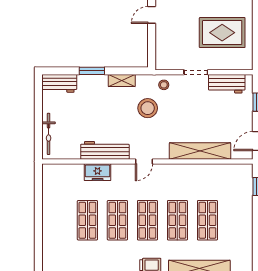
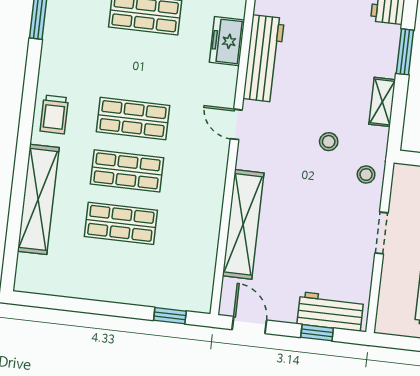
workbench: (227, 84) -> (330, 311), moved, turned 90
stool: (148, 108) -> (329, 142), width x0.53, depth x0.53
shop shelf: (117, 220) -> (139, 66), removed

